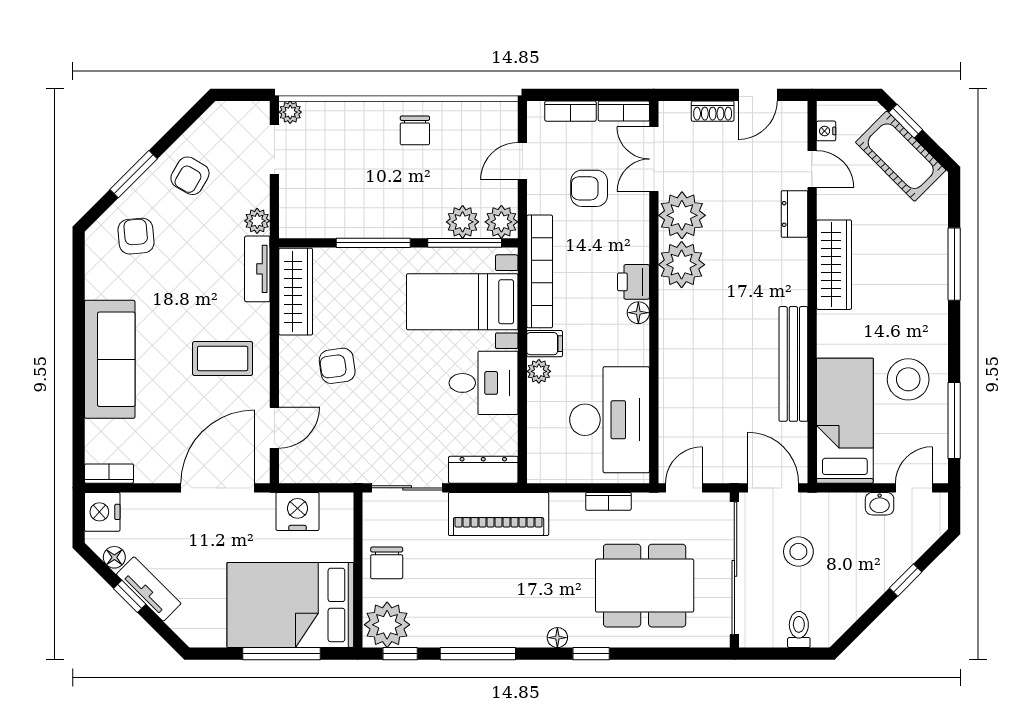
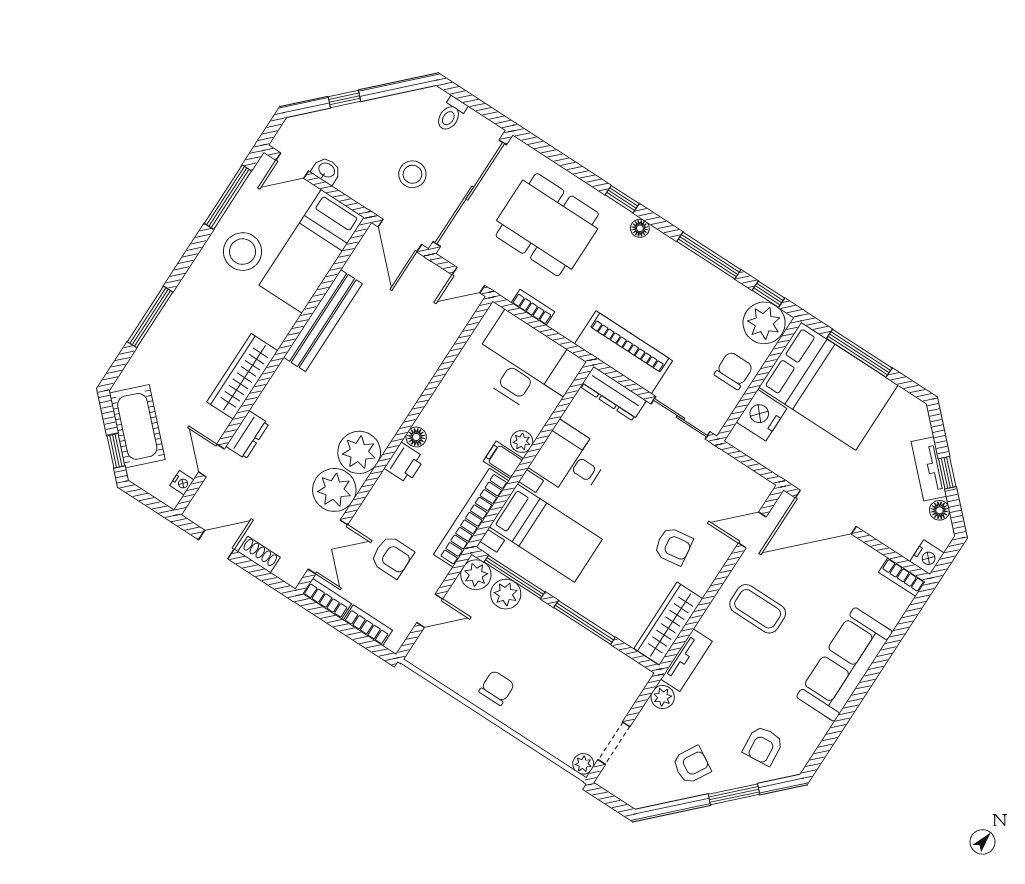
desk: (610, 420) -> (526, 366), moved, turned 90
nightstand: (298, 511) -> (762, 415), moved, turned 90
nightstand: (102, 512) -> (927, 557), width x0.74, depth x0.75

